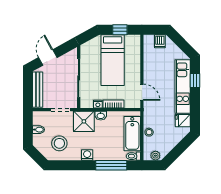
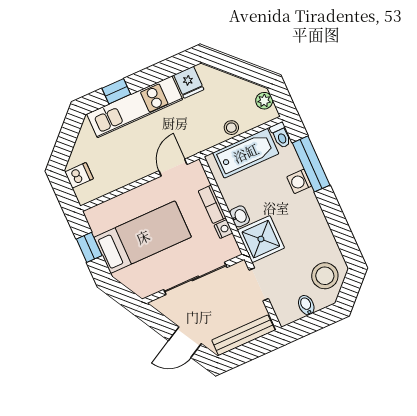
stool: (59, 143) -> (325, 276), moved
washing machine: (87, 155) -> (299, 181), moved

